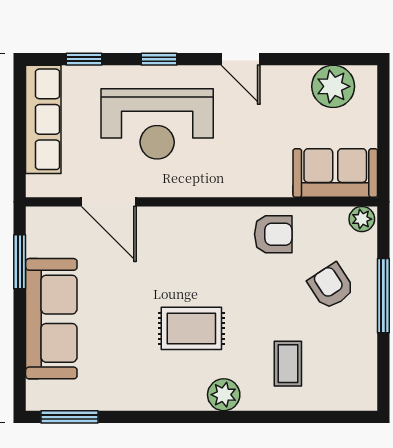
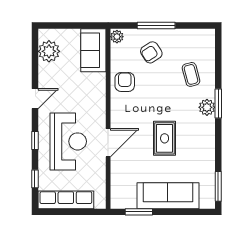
door: (109, 202) -> (108, 143), moved
rug: (191, 328) -> (165, 138), moved
coffee table: (288, 364) -> (191, 74), turned 75
window: (231, 417) -> (218, 103), added

